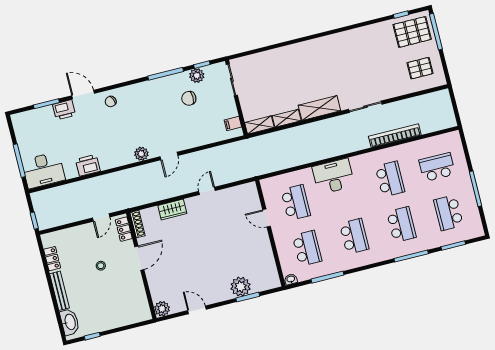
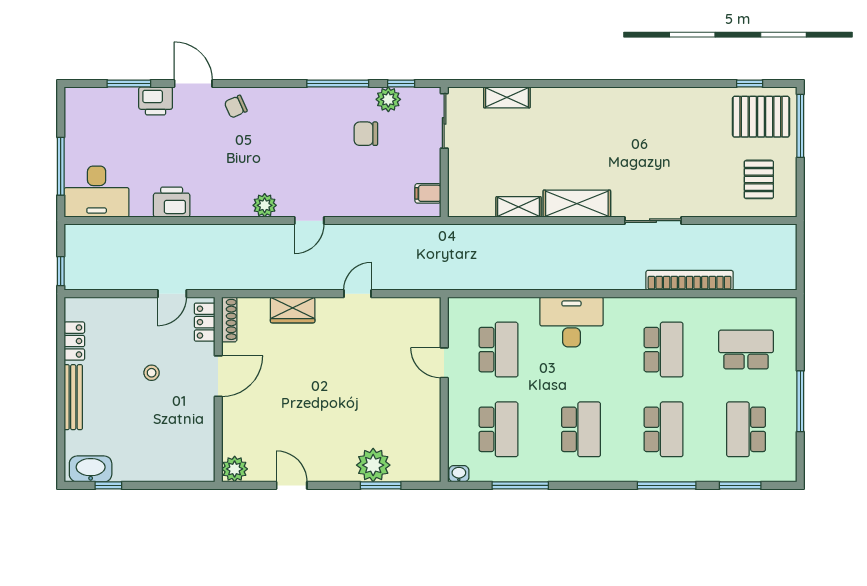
pallet: (420, 68) -> (759, 179), turned 90
shelving: (259, 125) -> (507, 97), moved
washbasin: (70, 322) -> (91, 469), moved, turned -90

